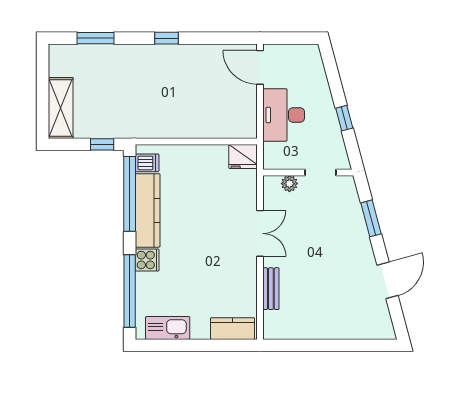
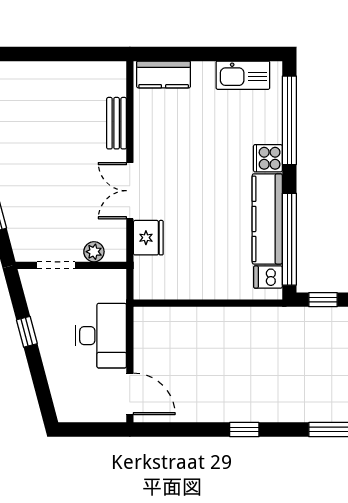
fridge: (243, 157) -> (148, 238), moved, turned 90

